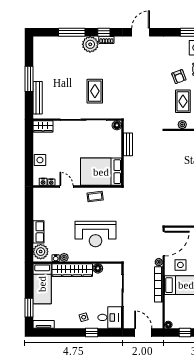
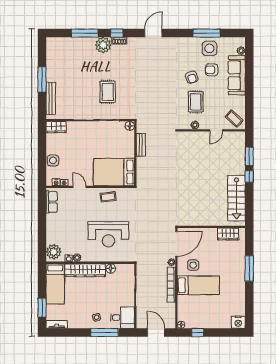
row of seats: (38, 232) -> (52, 202), moved
window: (92, 332) -> (105, 333), width x2.17

